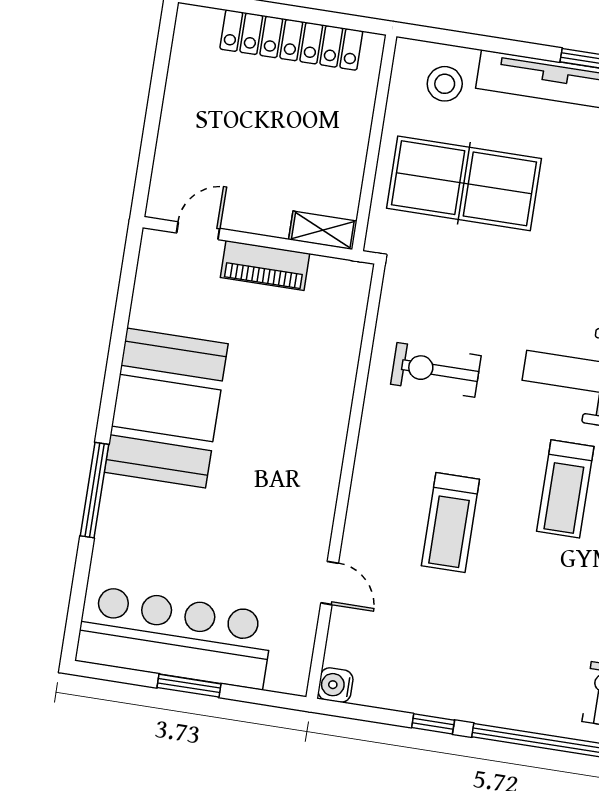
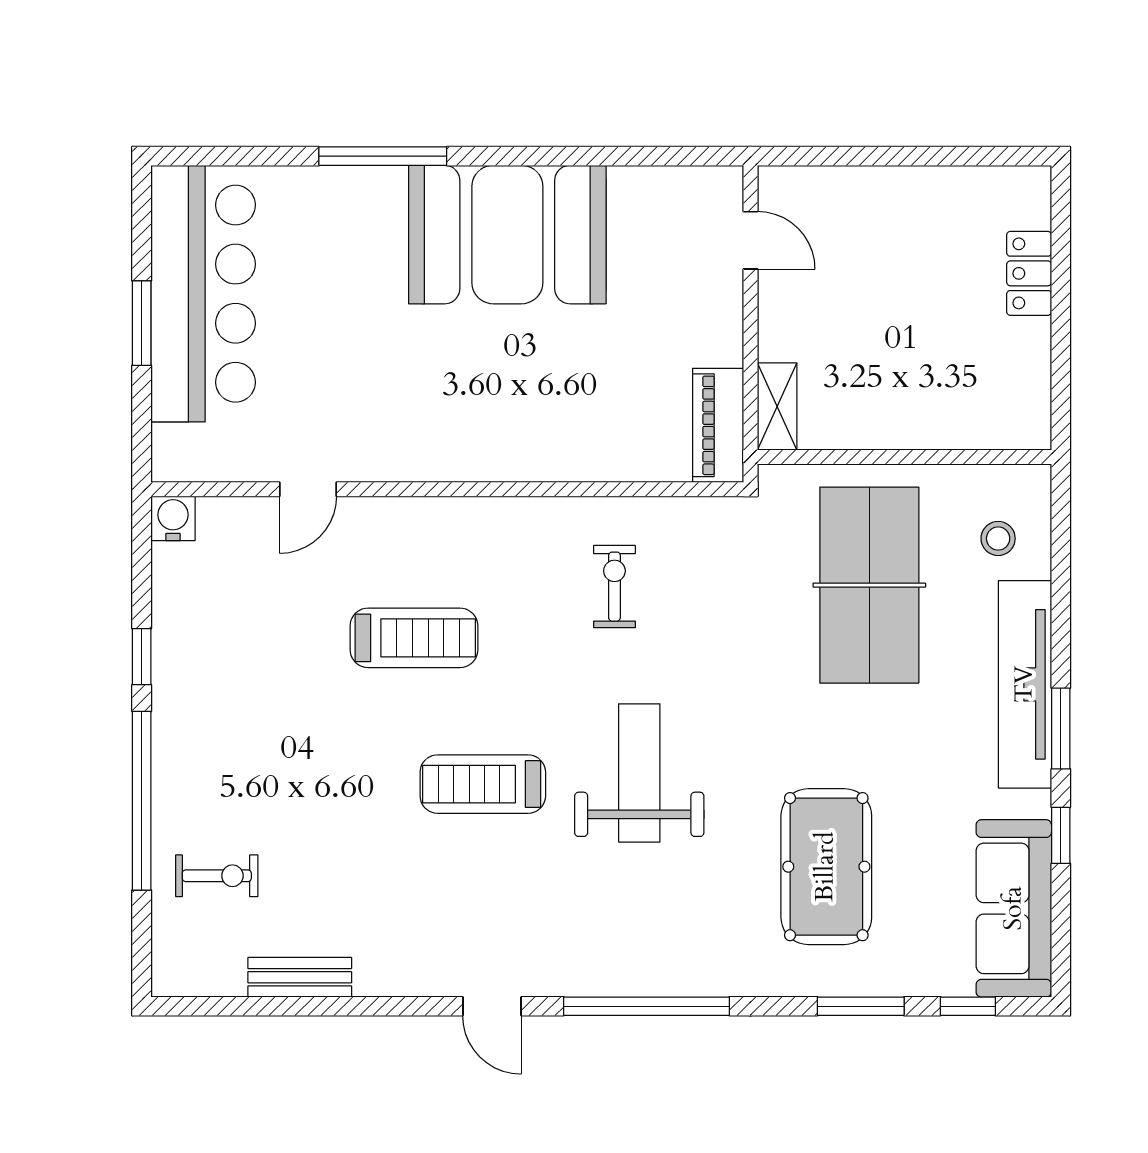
locker: (291, 40) -> (1029, 273), width x0.46, depth x0.83
stool: (445, 84) -> (998, 538), width x0.73, depth x0.73
piano: (265, 265) -> (718, 425), moved
exercise bike: (436, 370) -> (614, 587), width x0.73, depth x0.72
treadmill: (450, 522) -> (414, 638), turned 180

